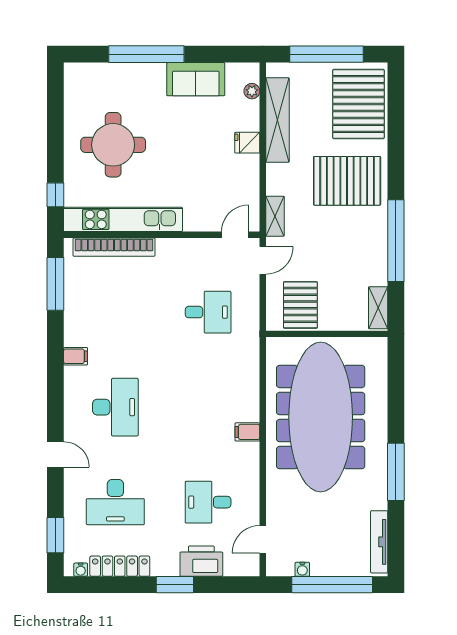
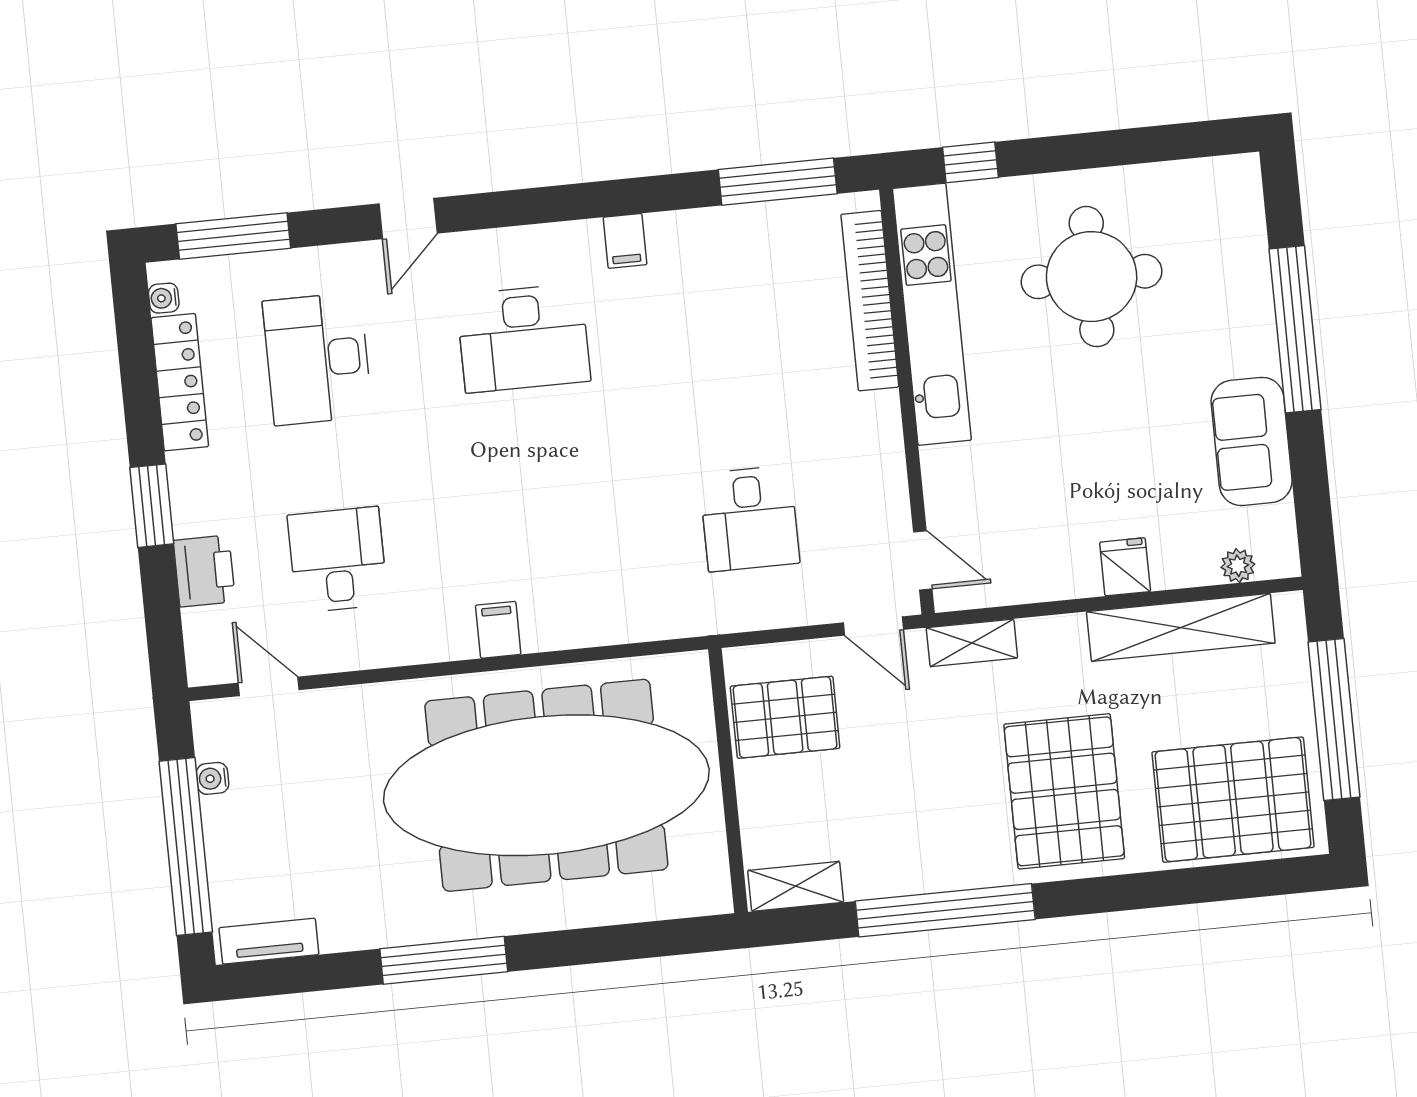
window: (55, 535) -> (233, 236), width x1.44
tv unit: (379, 542) -> (269, 941), width x0.71
printer: (201, 561) -> (204, 571), width x0.73, depth x0.84

